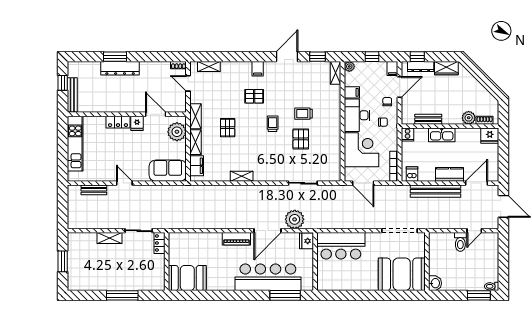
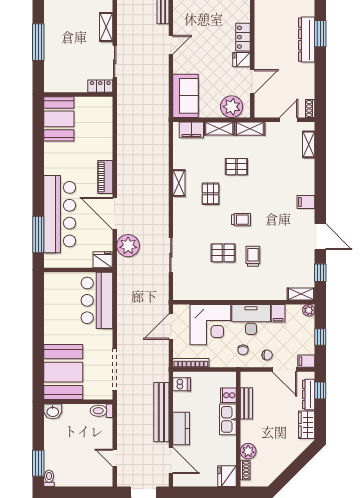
pallet: (254, 96) -> (211, 194), moved
cooker: (408, 134) -> (228, 395), moved
toilet: (460, 242) -> (101, 411), moved

